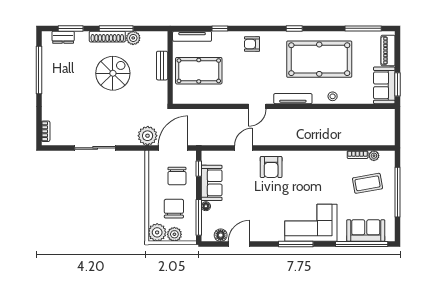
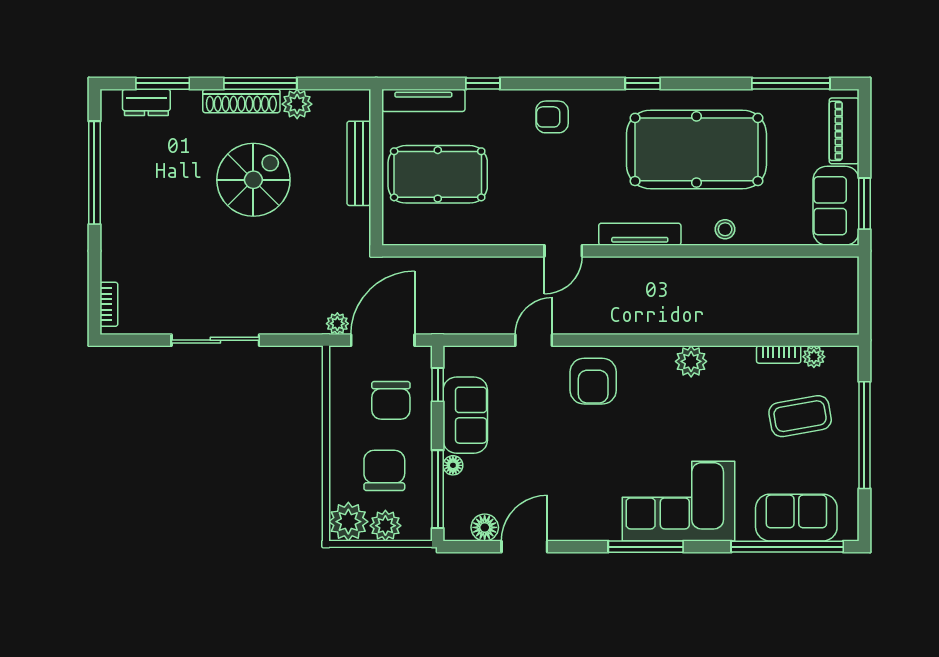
bench: (162, 66) -> (359, 163), width x1.36
plant: (148, 136) -> (337, 324), width x0.53, depth x0.53
plant: (317, 158) -> (691, 361), added

